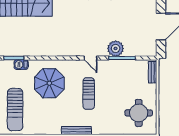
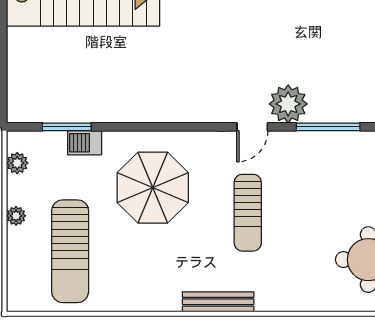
plant: (116, 48) -> (288, 104), moved
door: (91, 58) -> (252, 127), hinge flipped

